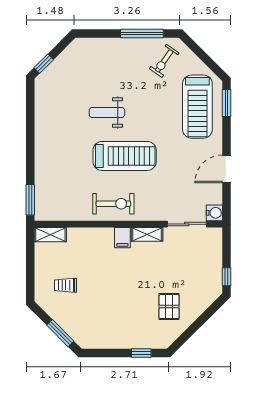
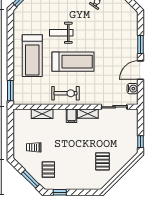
window: (226, 103) -> (141, 44), moved
treadmill: (197, 107) -> (32, 56), moved
water cooler: (214, 213) -> (132, 89), moved
shelving: (50, 235) -> (42, 114), moved
pallet: (87, 319) -> (48, 170), added
window: (141, 353) -> (60, 192), moved

